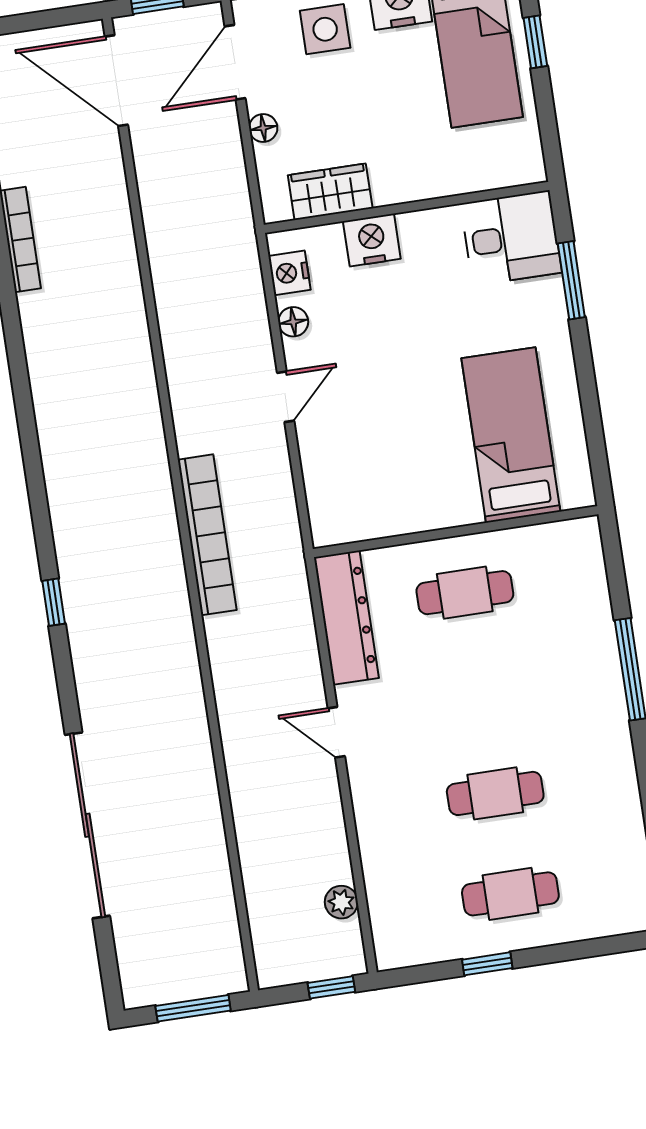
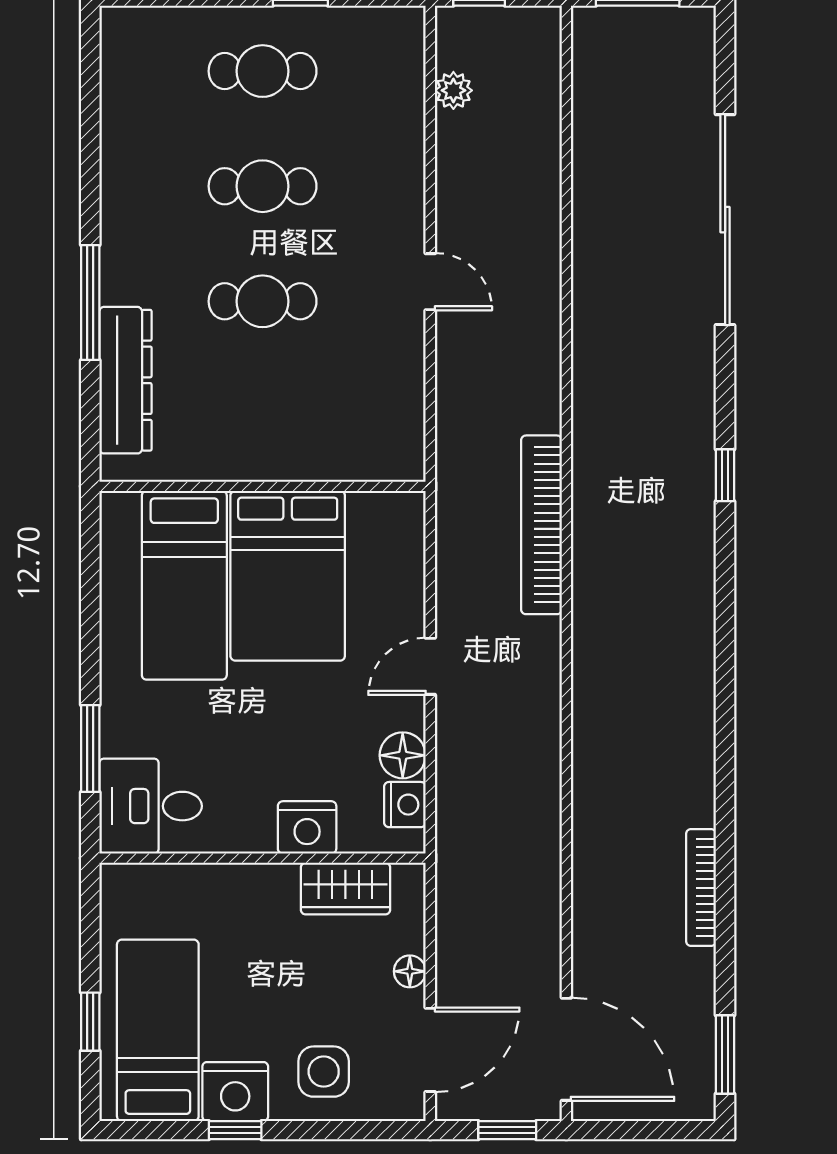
floor lamp: (293, 322) -> (403, 755), width x1.37, depth x1.37
bed: (422, 457) -> (288, 576), added
cafe table: (465, 593) -> (263, 301), moved
dresser: (346, 618) -> (125, 380), moved, turned 180

